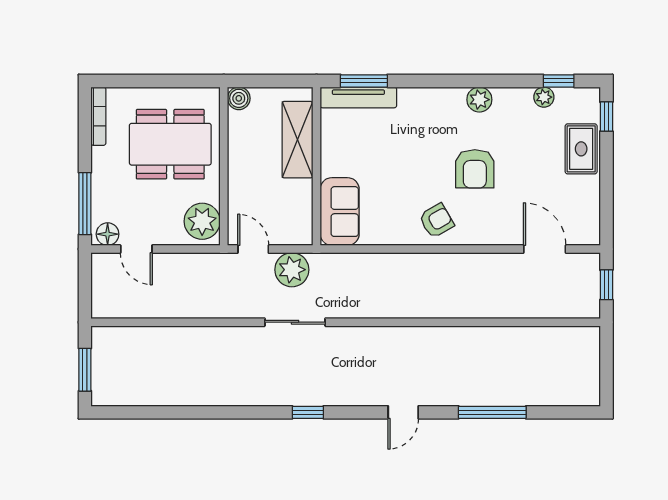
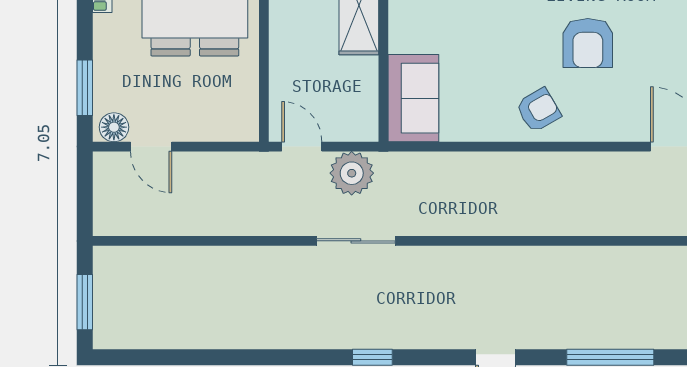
window: (85, 204) -> (85, 88), width x0.69
plant: (202, 221) -> (236, 111), removed

